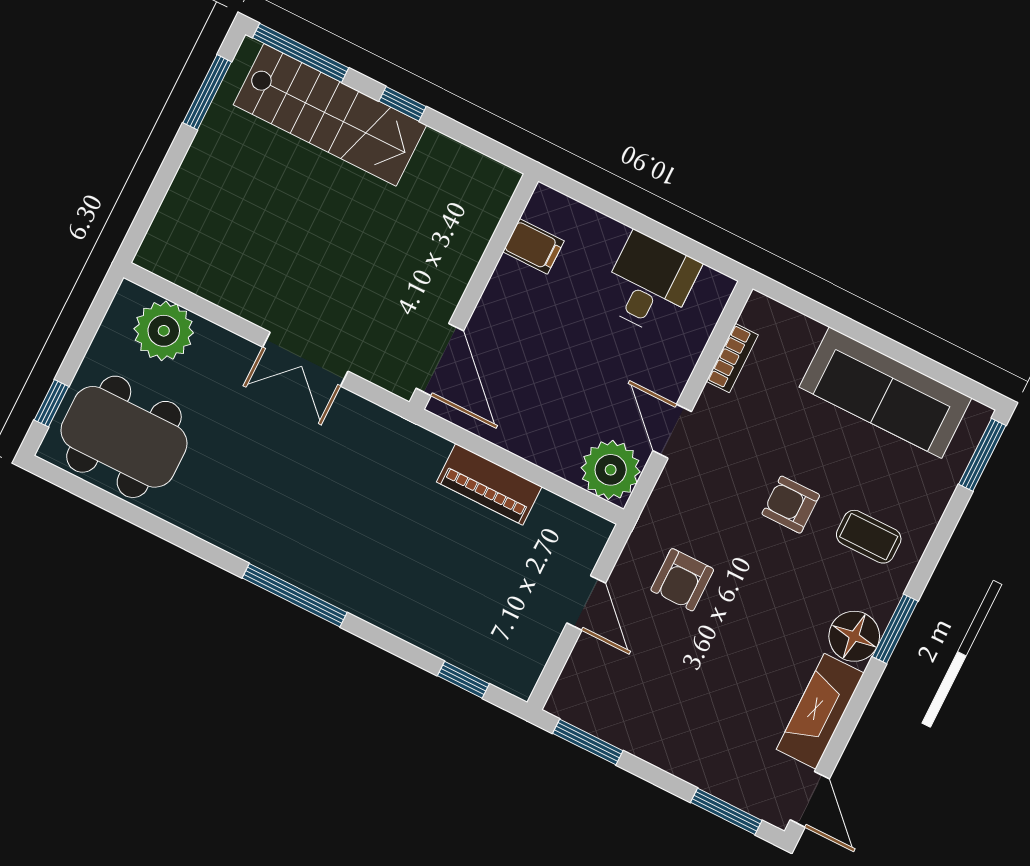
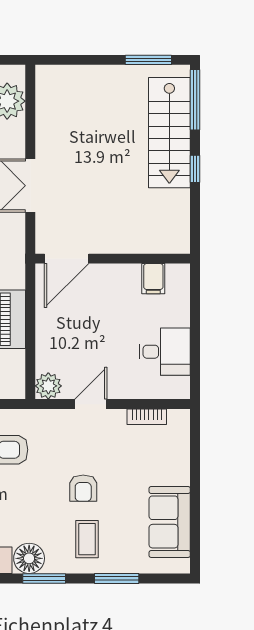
sofa: (885, 393) -> (170, 522), width x0.73
window: (982, 455) -> (117, 579), moved
plant: (611, 470) -> (48, 386), width x0.73, depth x0.73
armchair: (791, 505) -> (83, 488), turned 180

